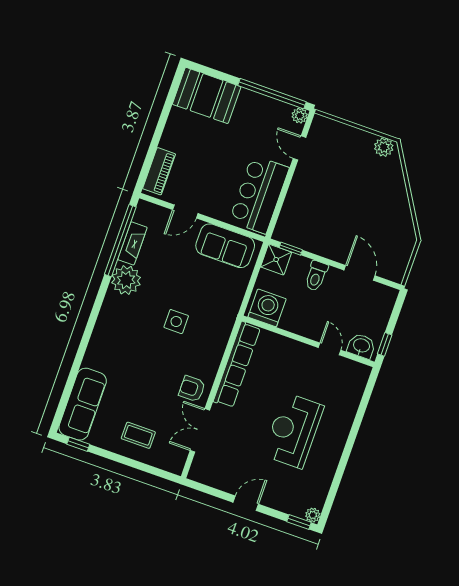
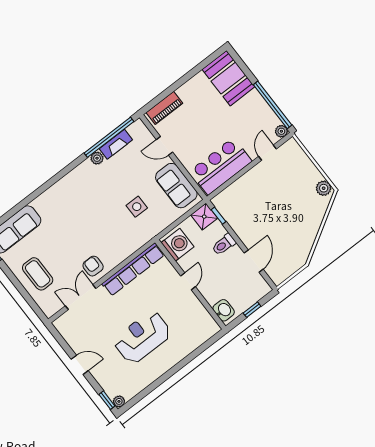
plant: (126, 280) -> (97, 158), width x0.53, depth x0.53
side table: (176, 322) -> (137, 207), moved
window: (385, 344) -> (252, 310), moved
door: (330, 349) -> (188, 281), moved
coffee table: (138, 435) -> (38, 274), width x1.36, depth x1.30

